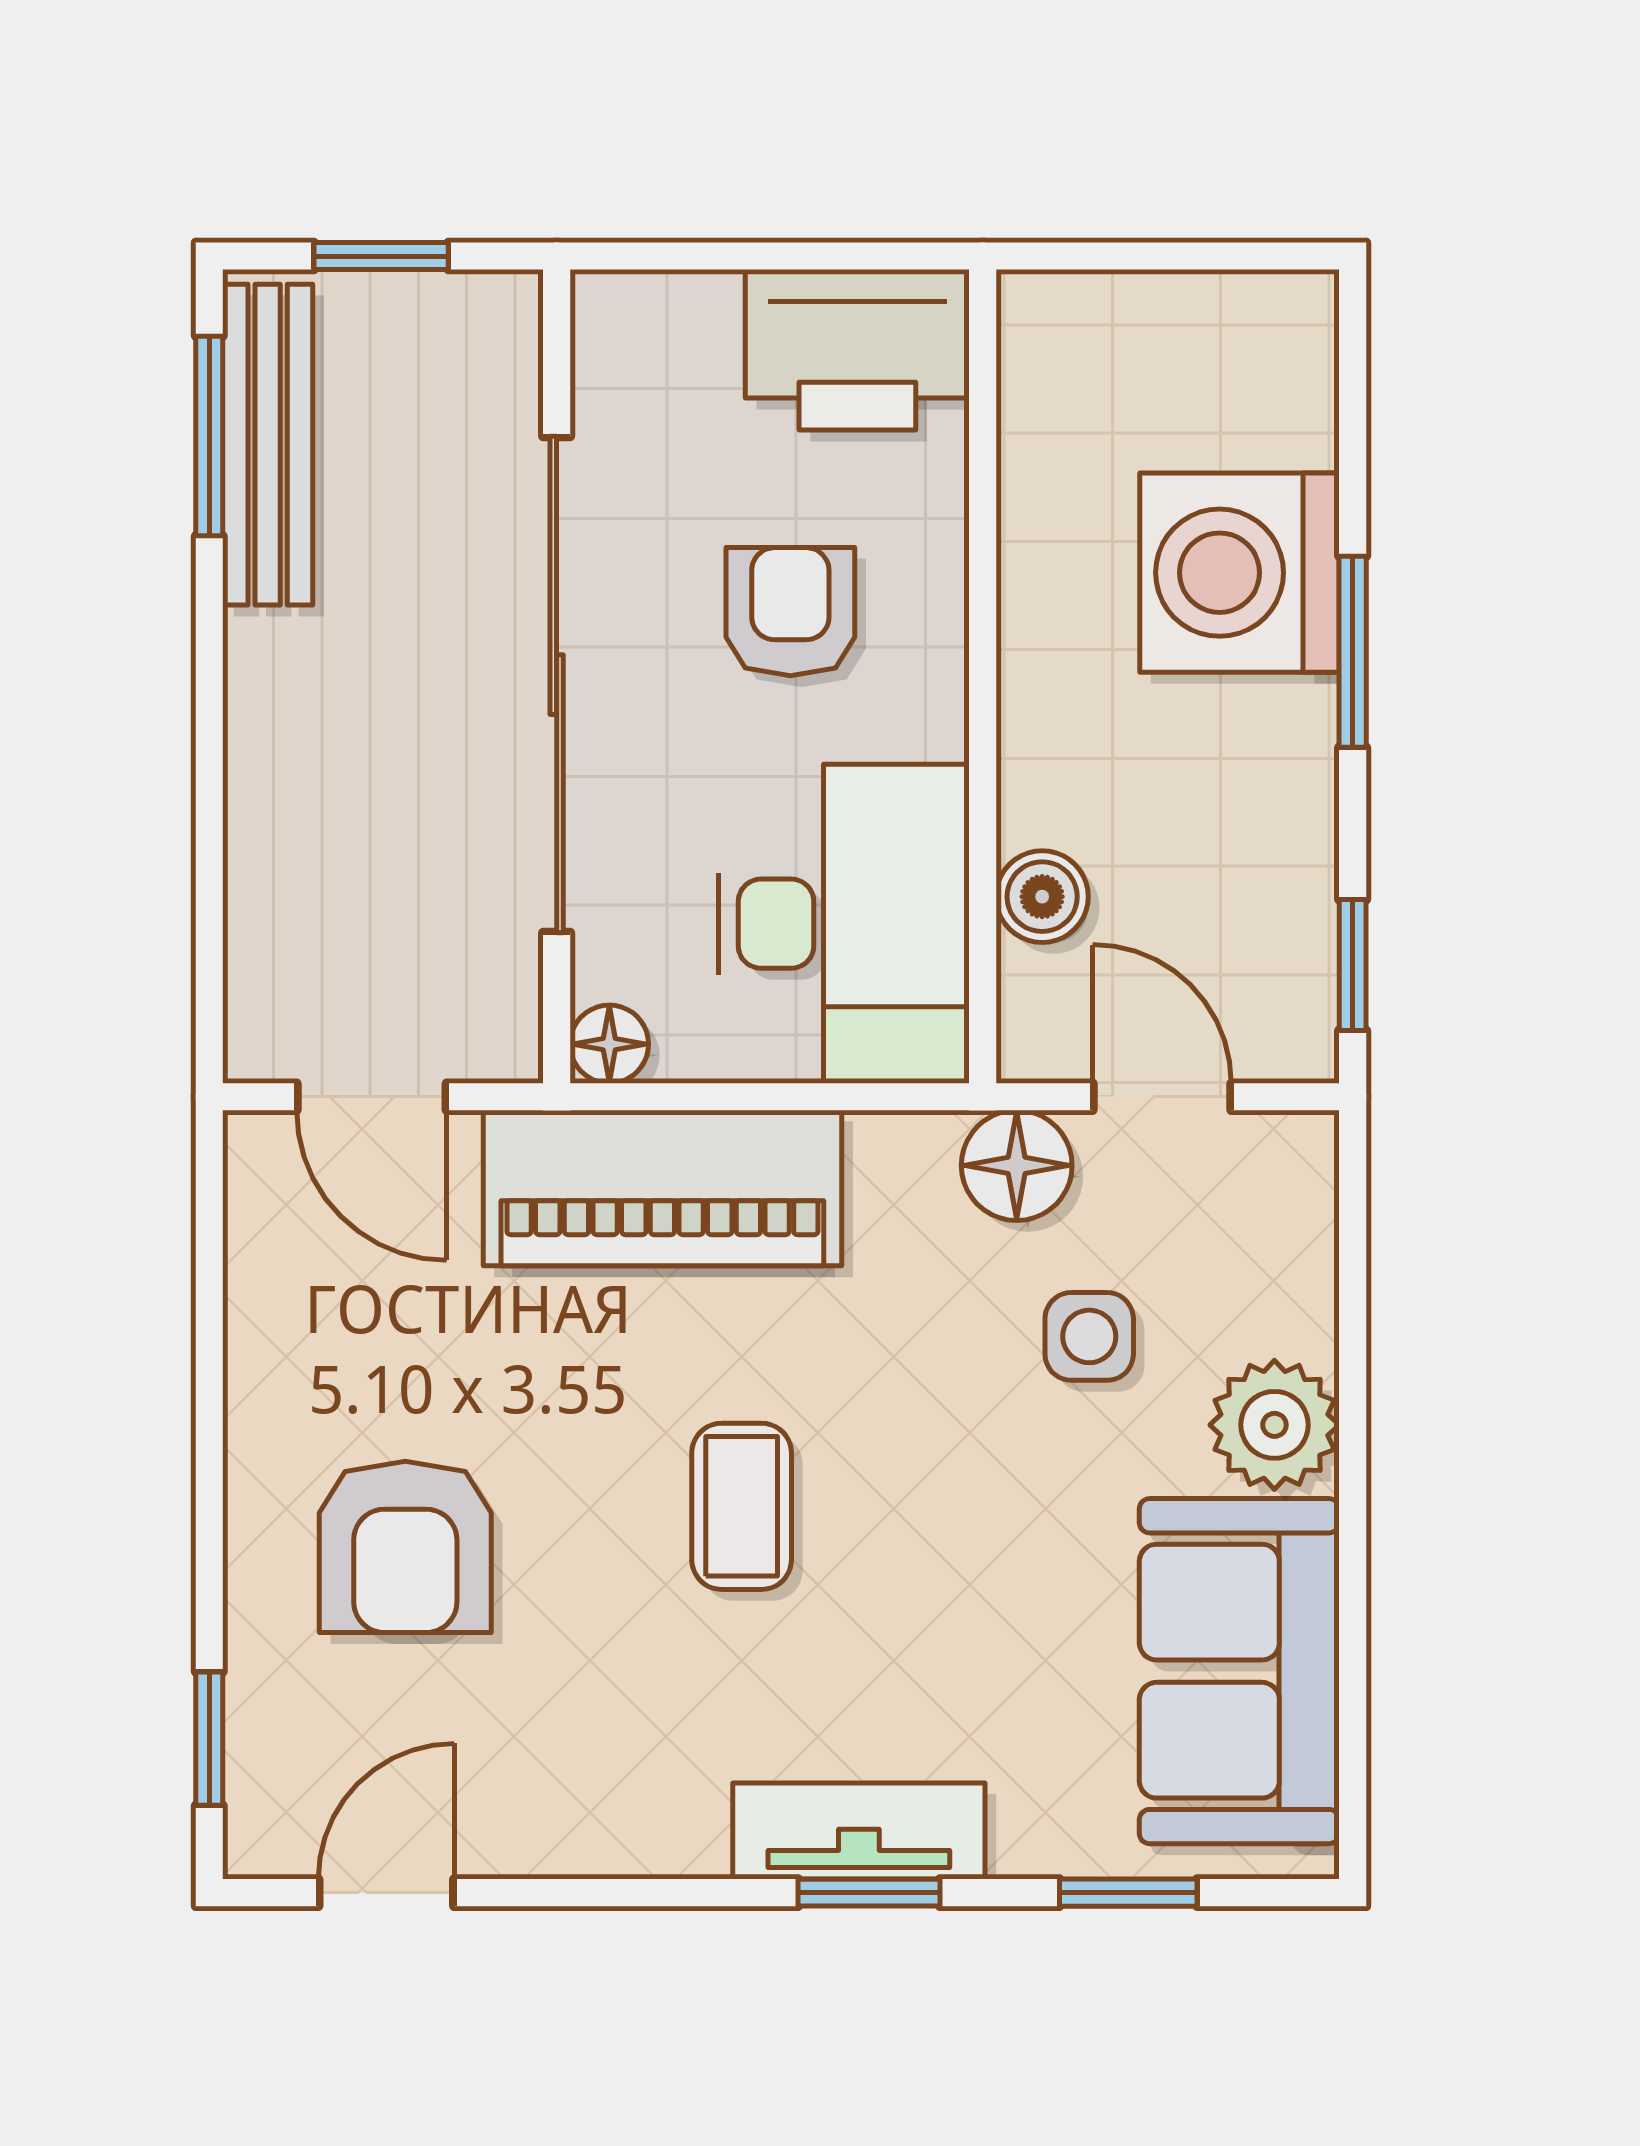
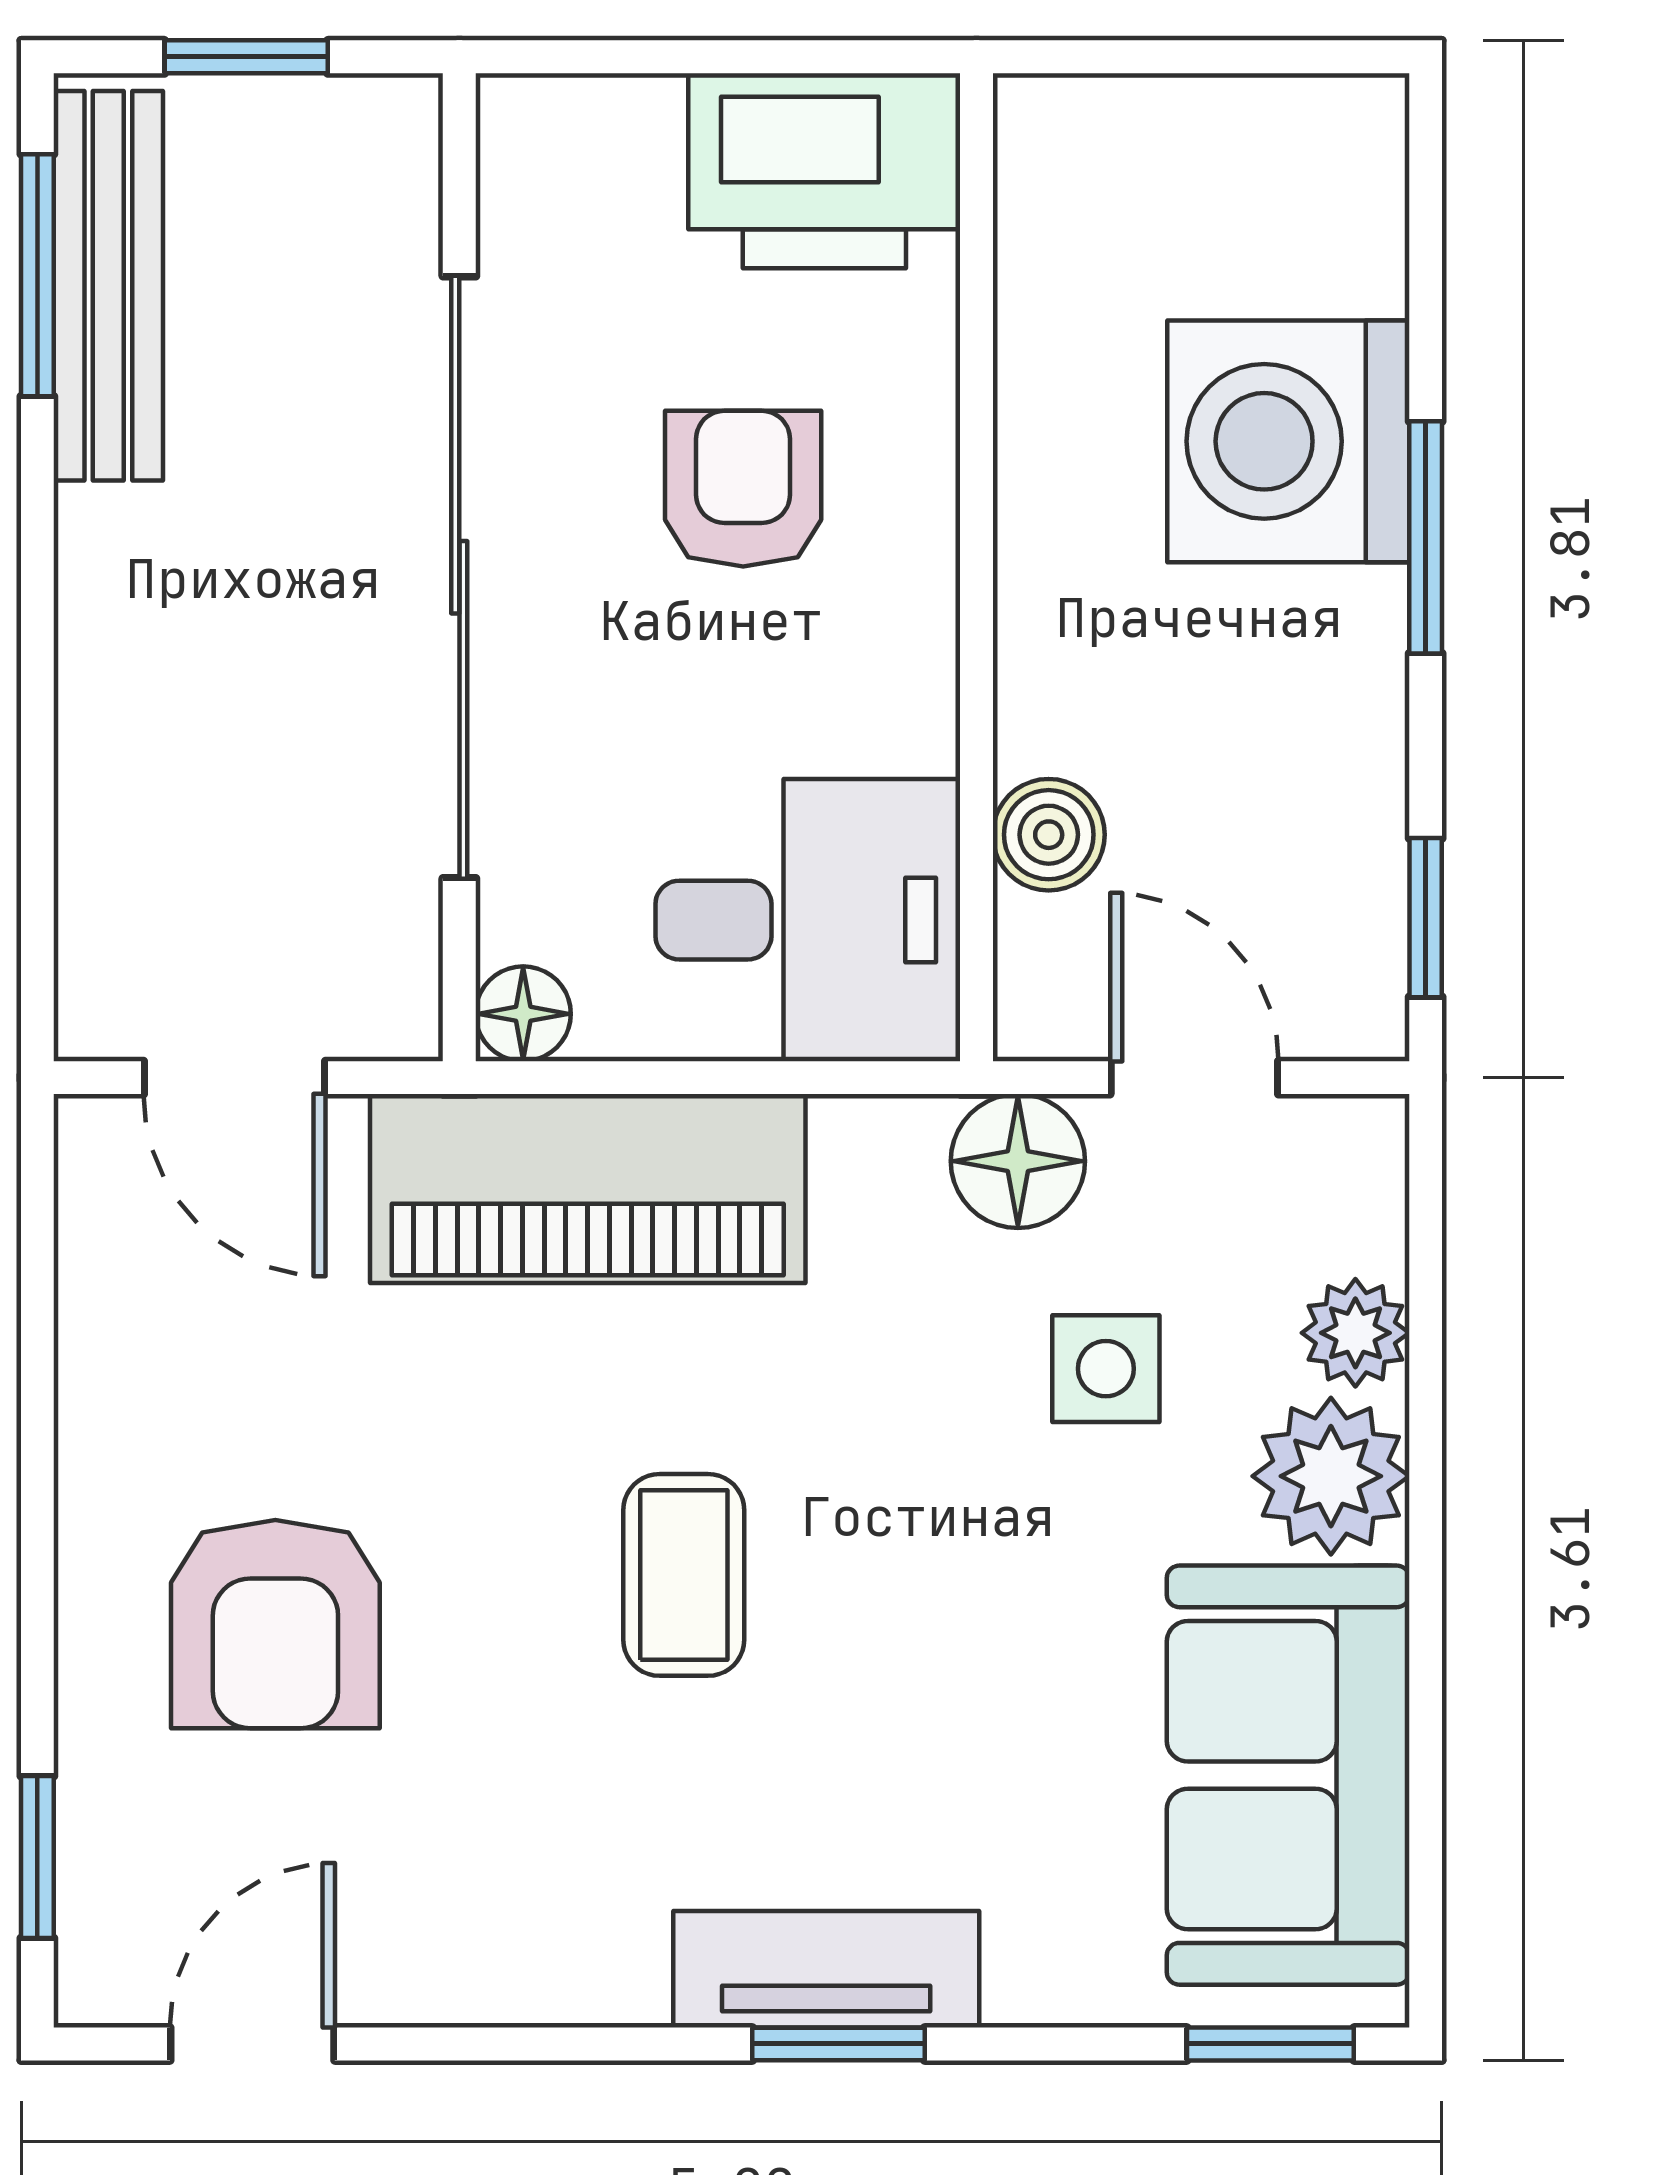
desk: (844, 924) -> (808, 920), width x0.73
plant: (1295, 1307) -> (1355, 1333), added
window: (1128, 1893) -> (1270, 2044), moved

